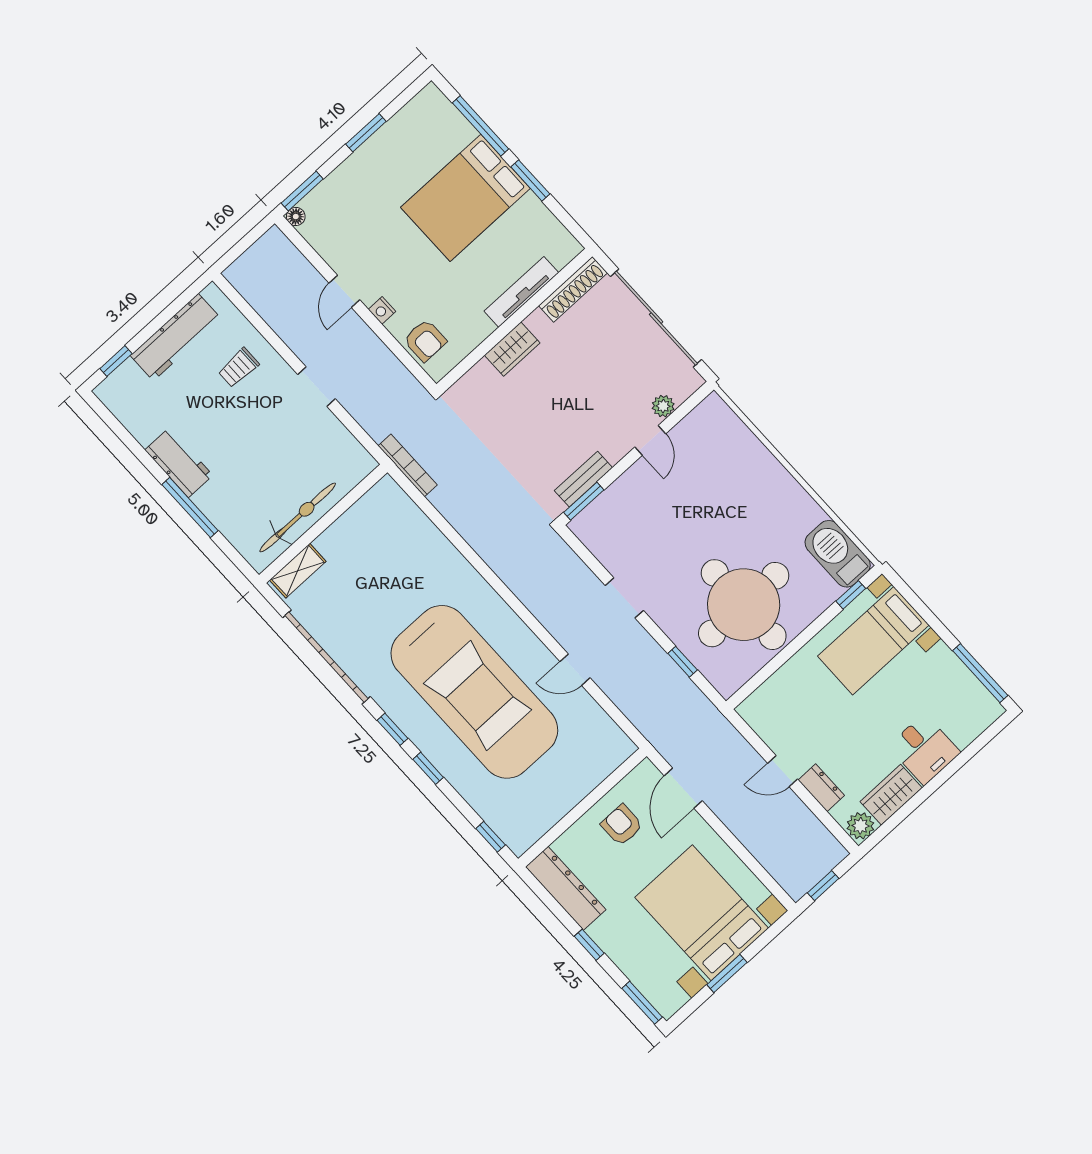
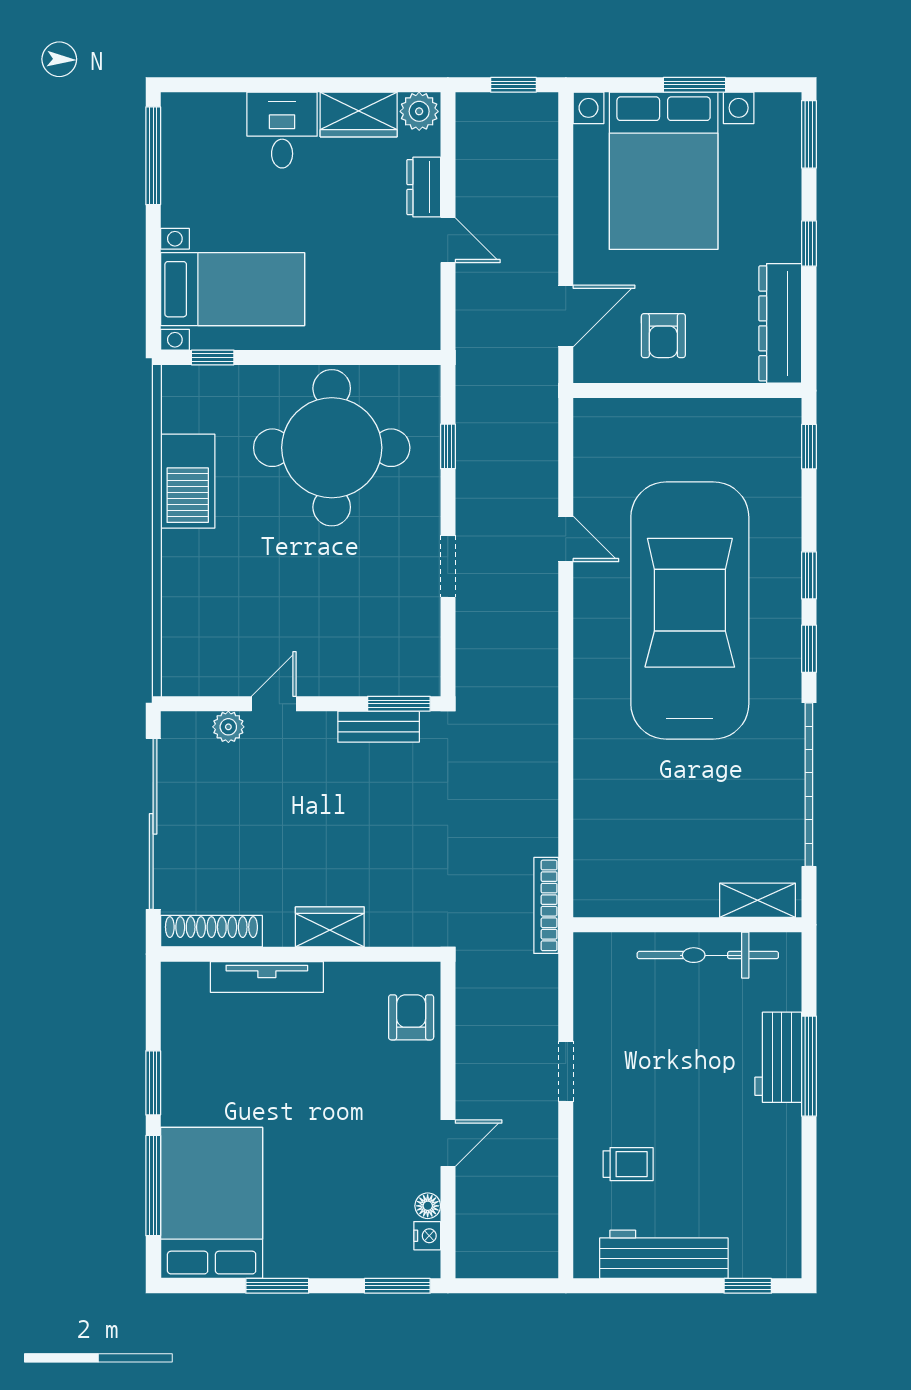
bed: (465, 198) -> (212, 1203), moved, turned -90
floor lamp: (296, 217) -> (428, 1206), moved
nightstand: (382, 310) -> (427, 1236), moved
workbench: (179, 463) -> (778, 1057), moved
barbecue: (838, 554) -> (188, 481), moved

